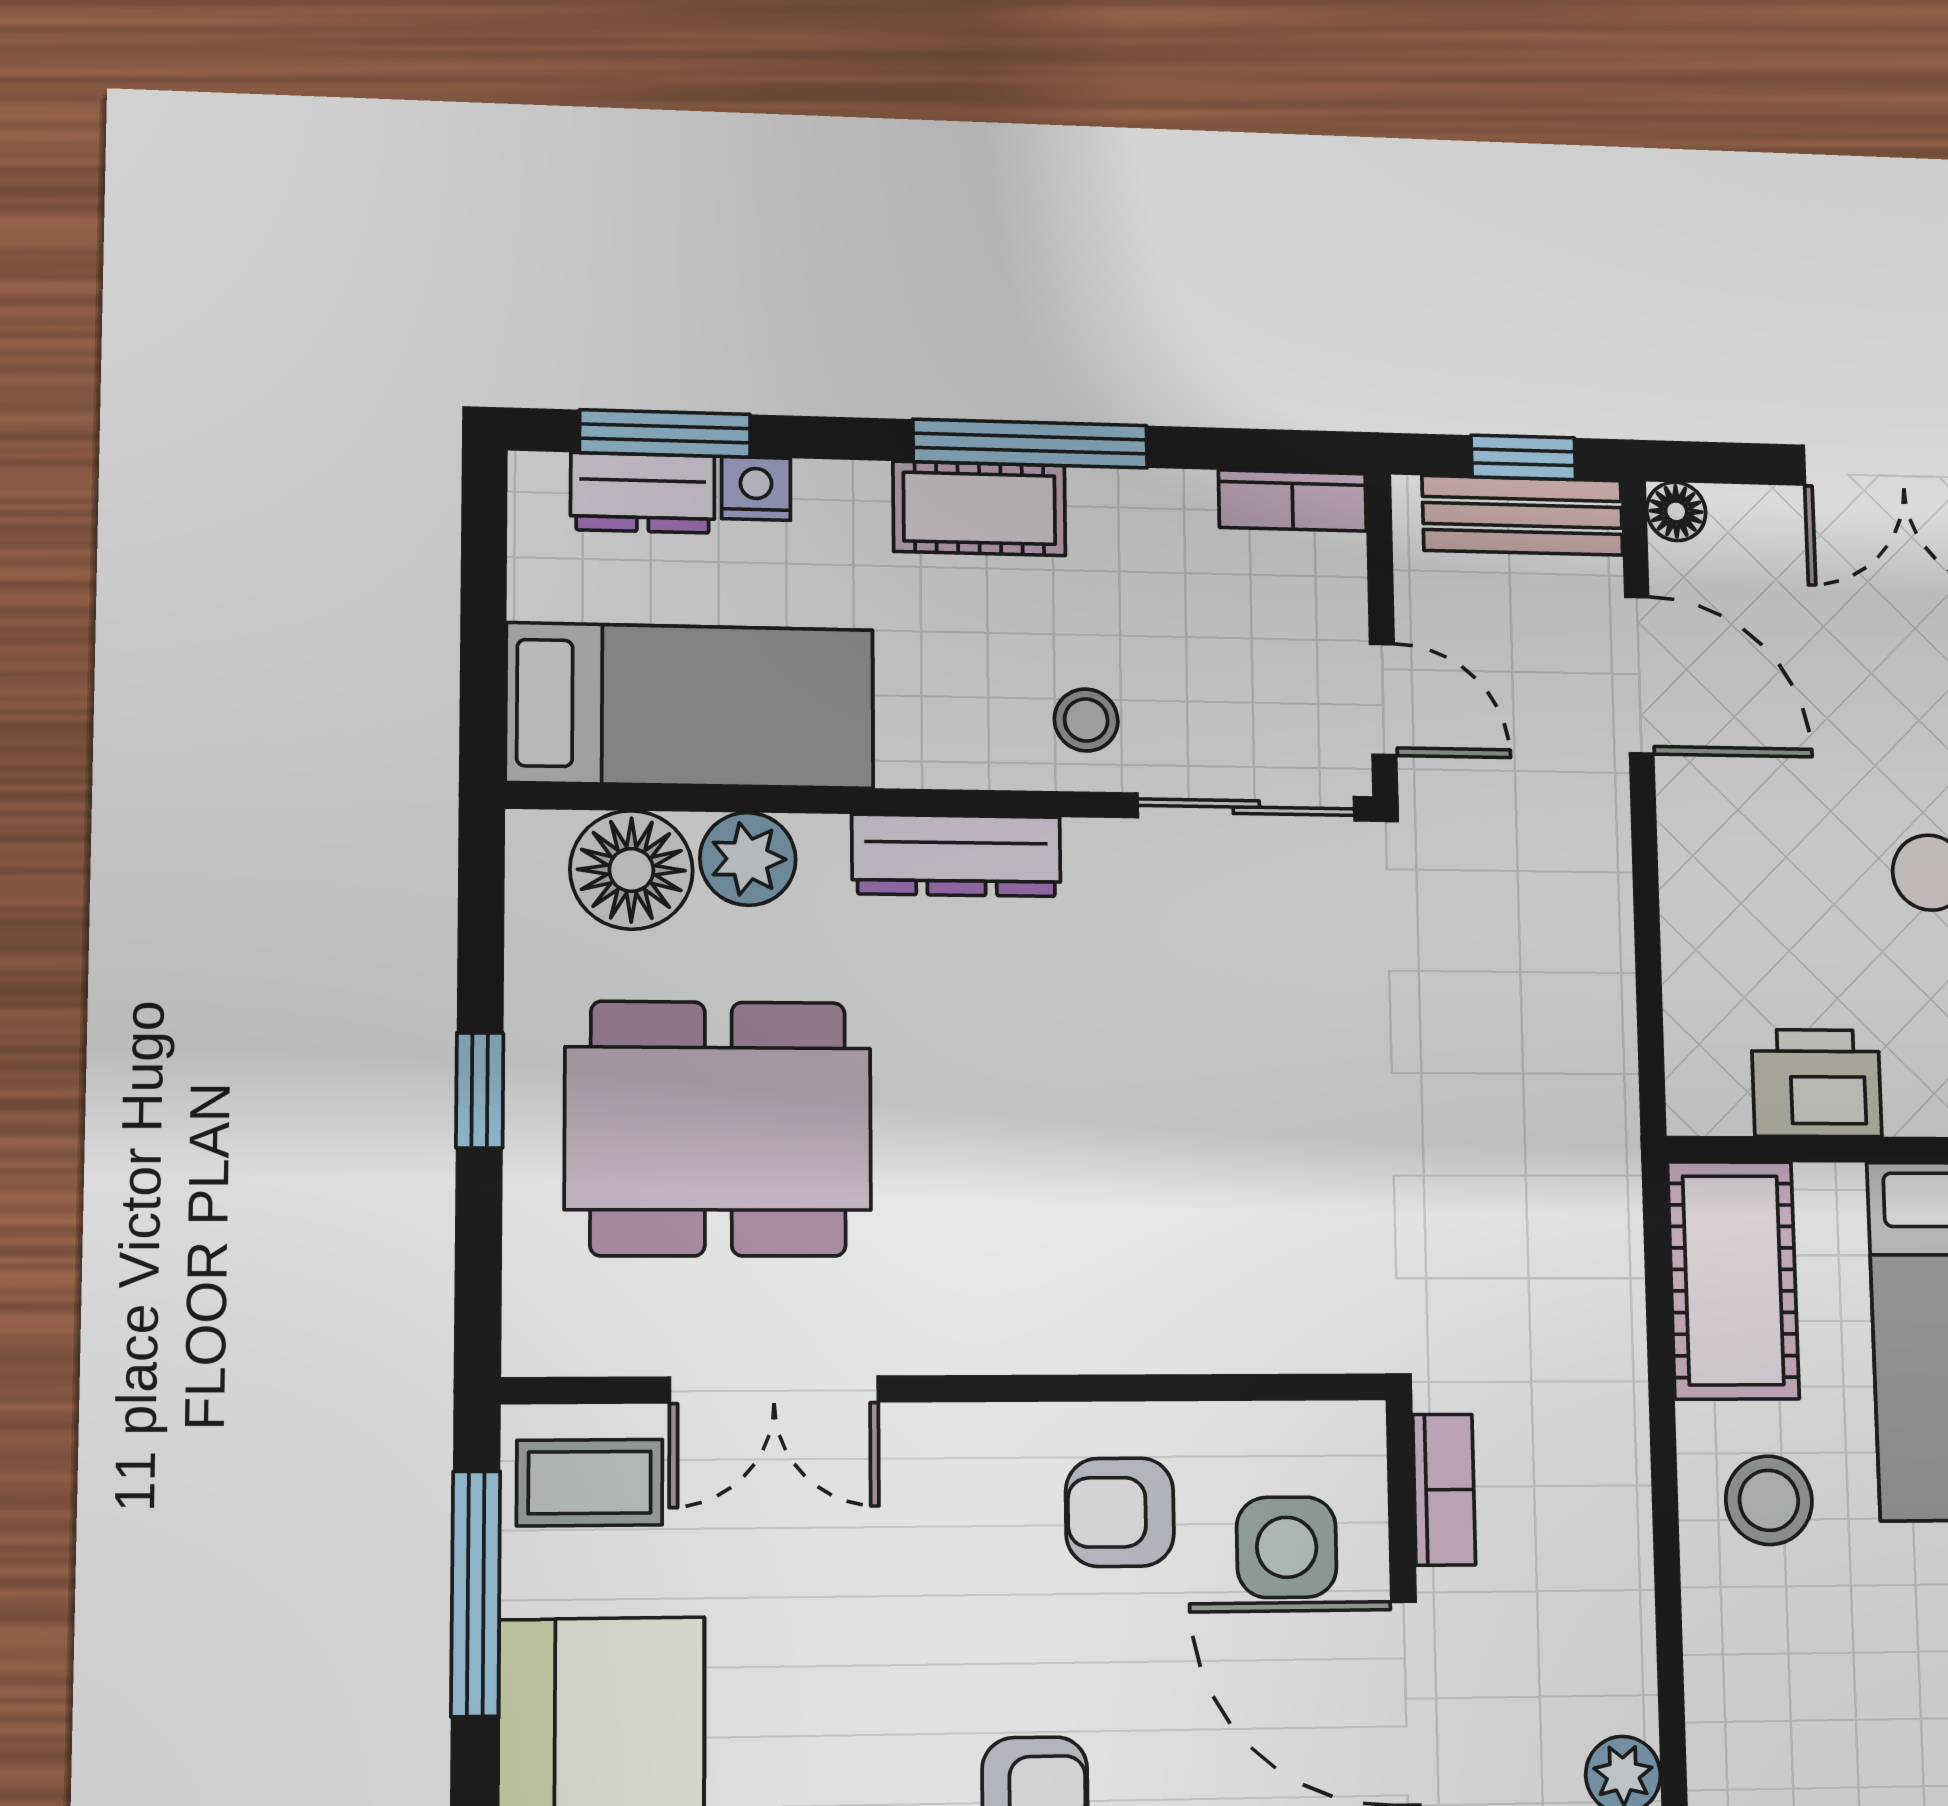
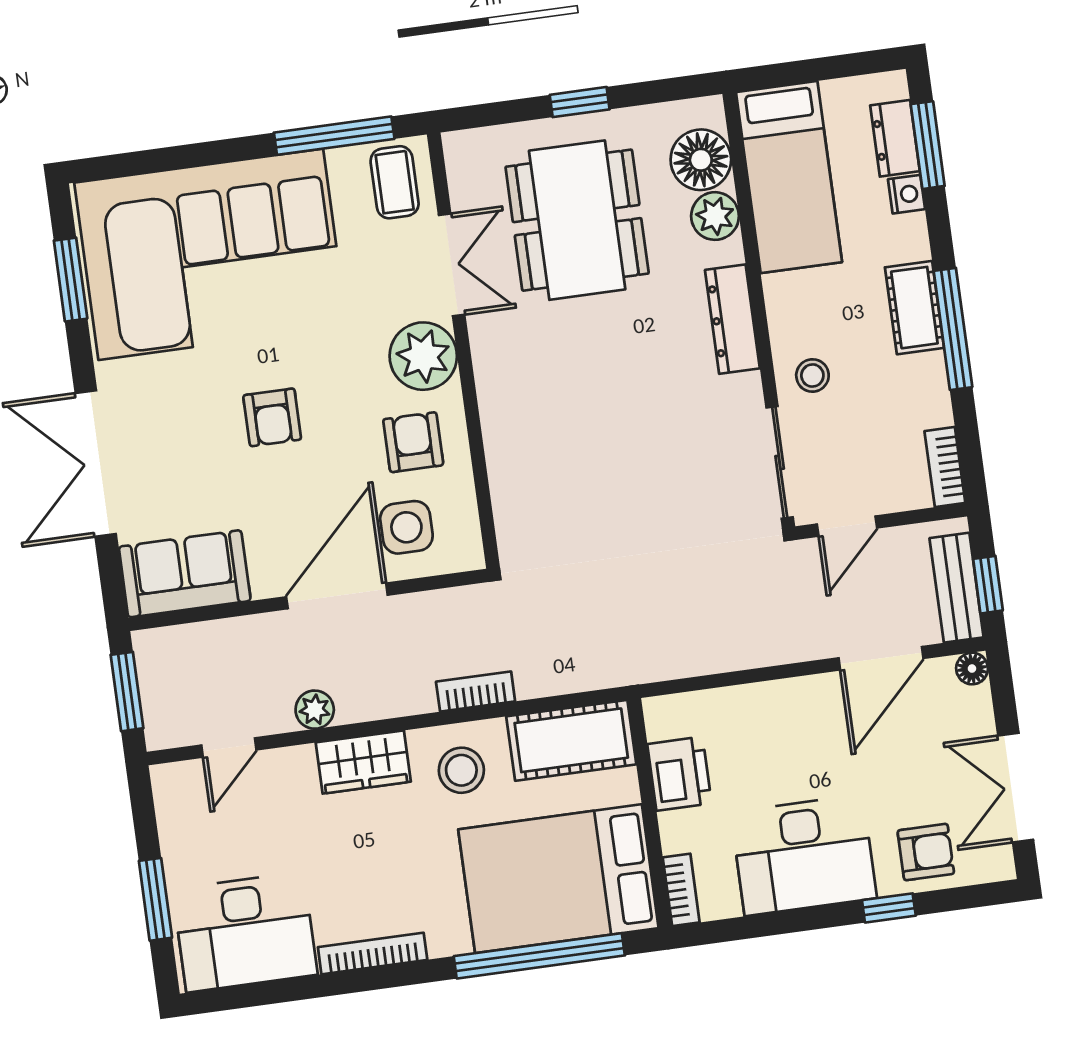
double door: (774, 1390) -> (452, 265), swing flipped
plant: (950, 1470) -> (423, 356), added
bookcase: (1444, 1490) -> (476, 692), moved, turned 180
wardrobe: (1734, 1691) -> (363, 762), added

